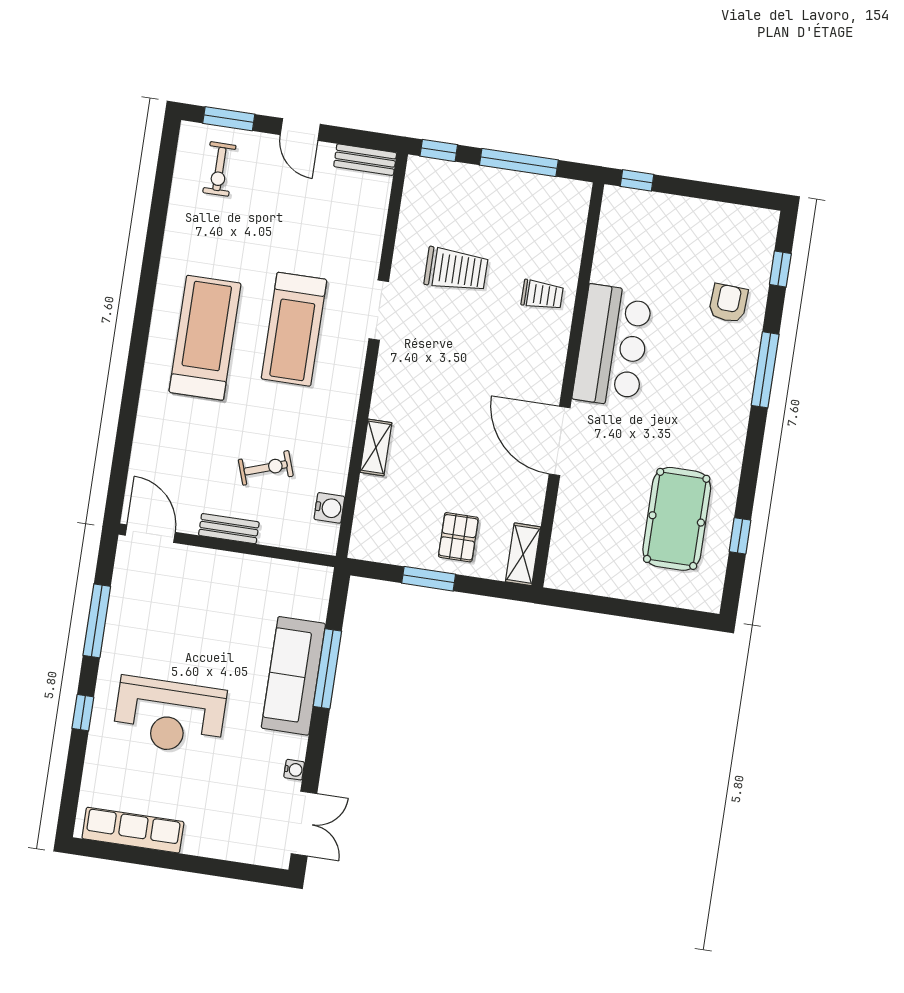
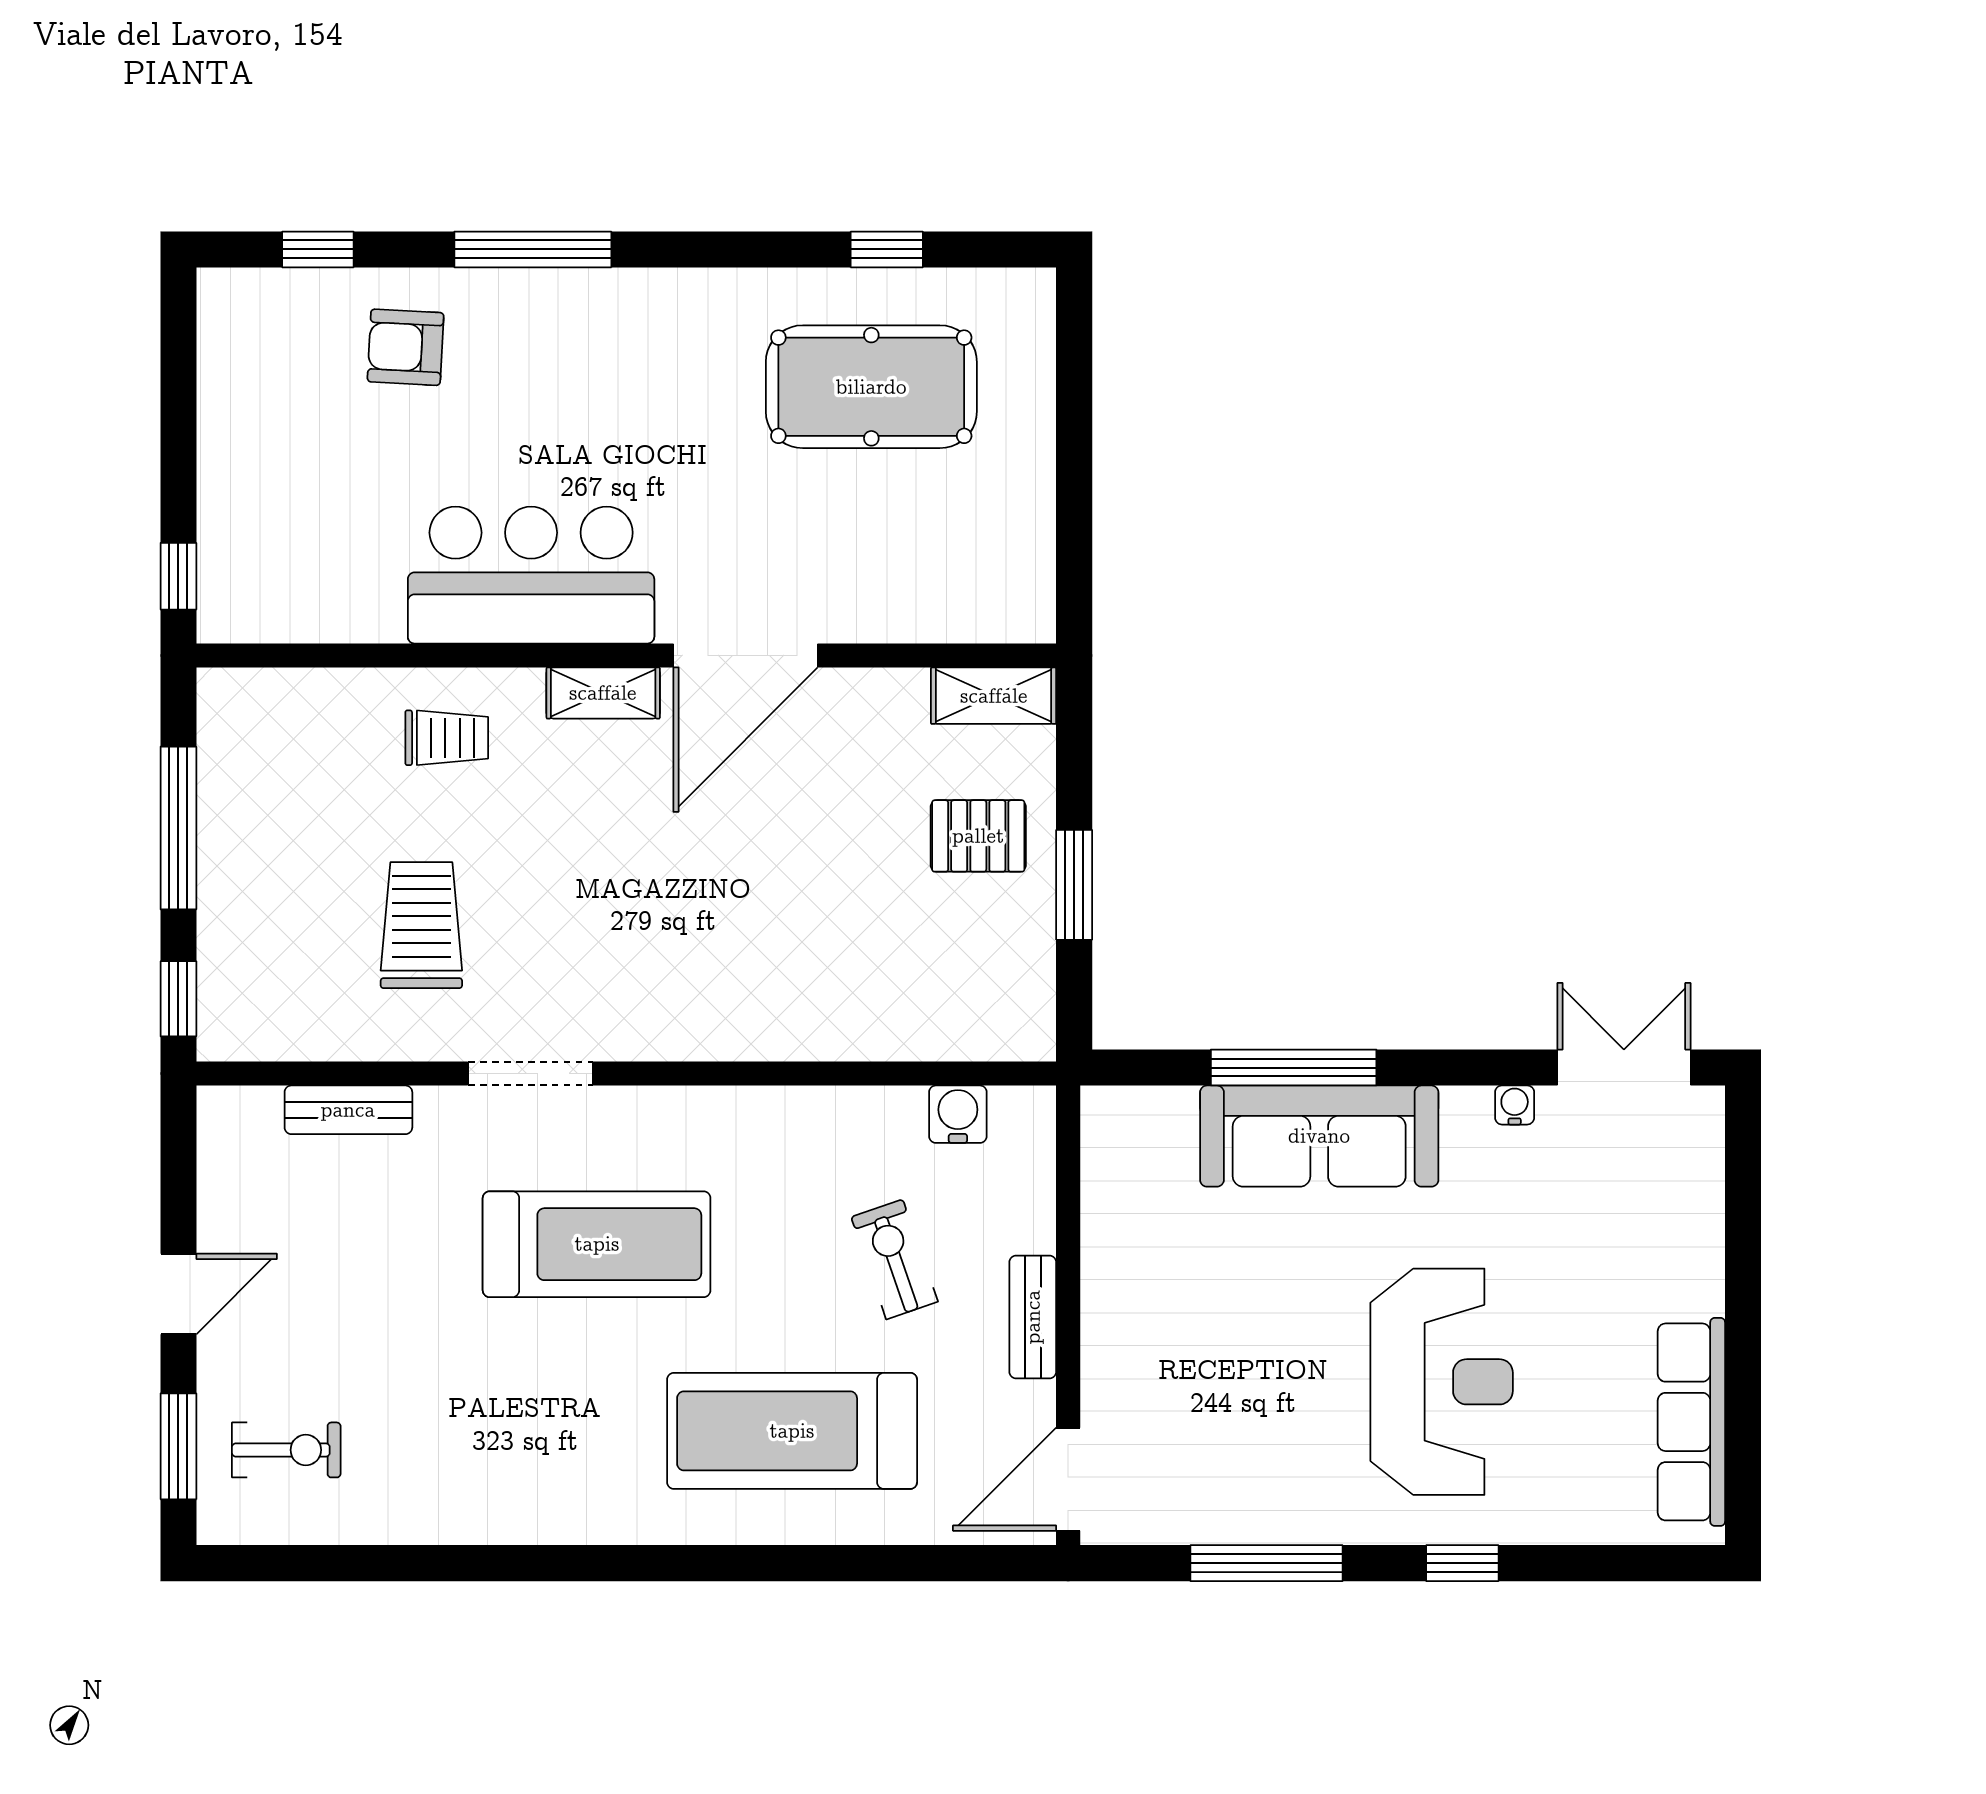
bench: (365, 160) -> (348, 1110), moved, turned 90
trolley: (542, 295) -> (447, 738), turned 90
treadmill: (205, 338) -> (792, 1431), moved
shelving: (376, 447) -> (603, 693), moved

